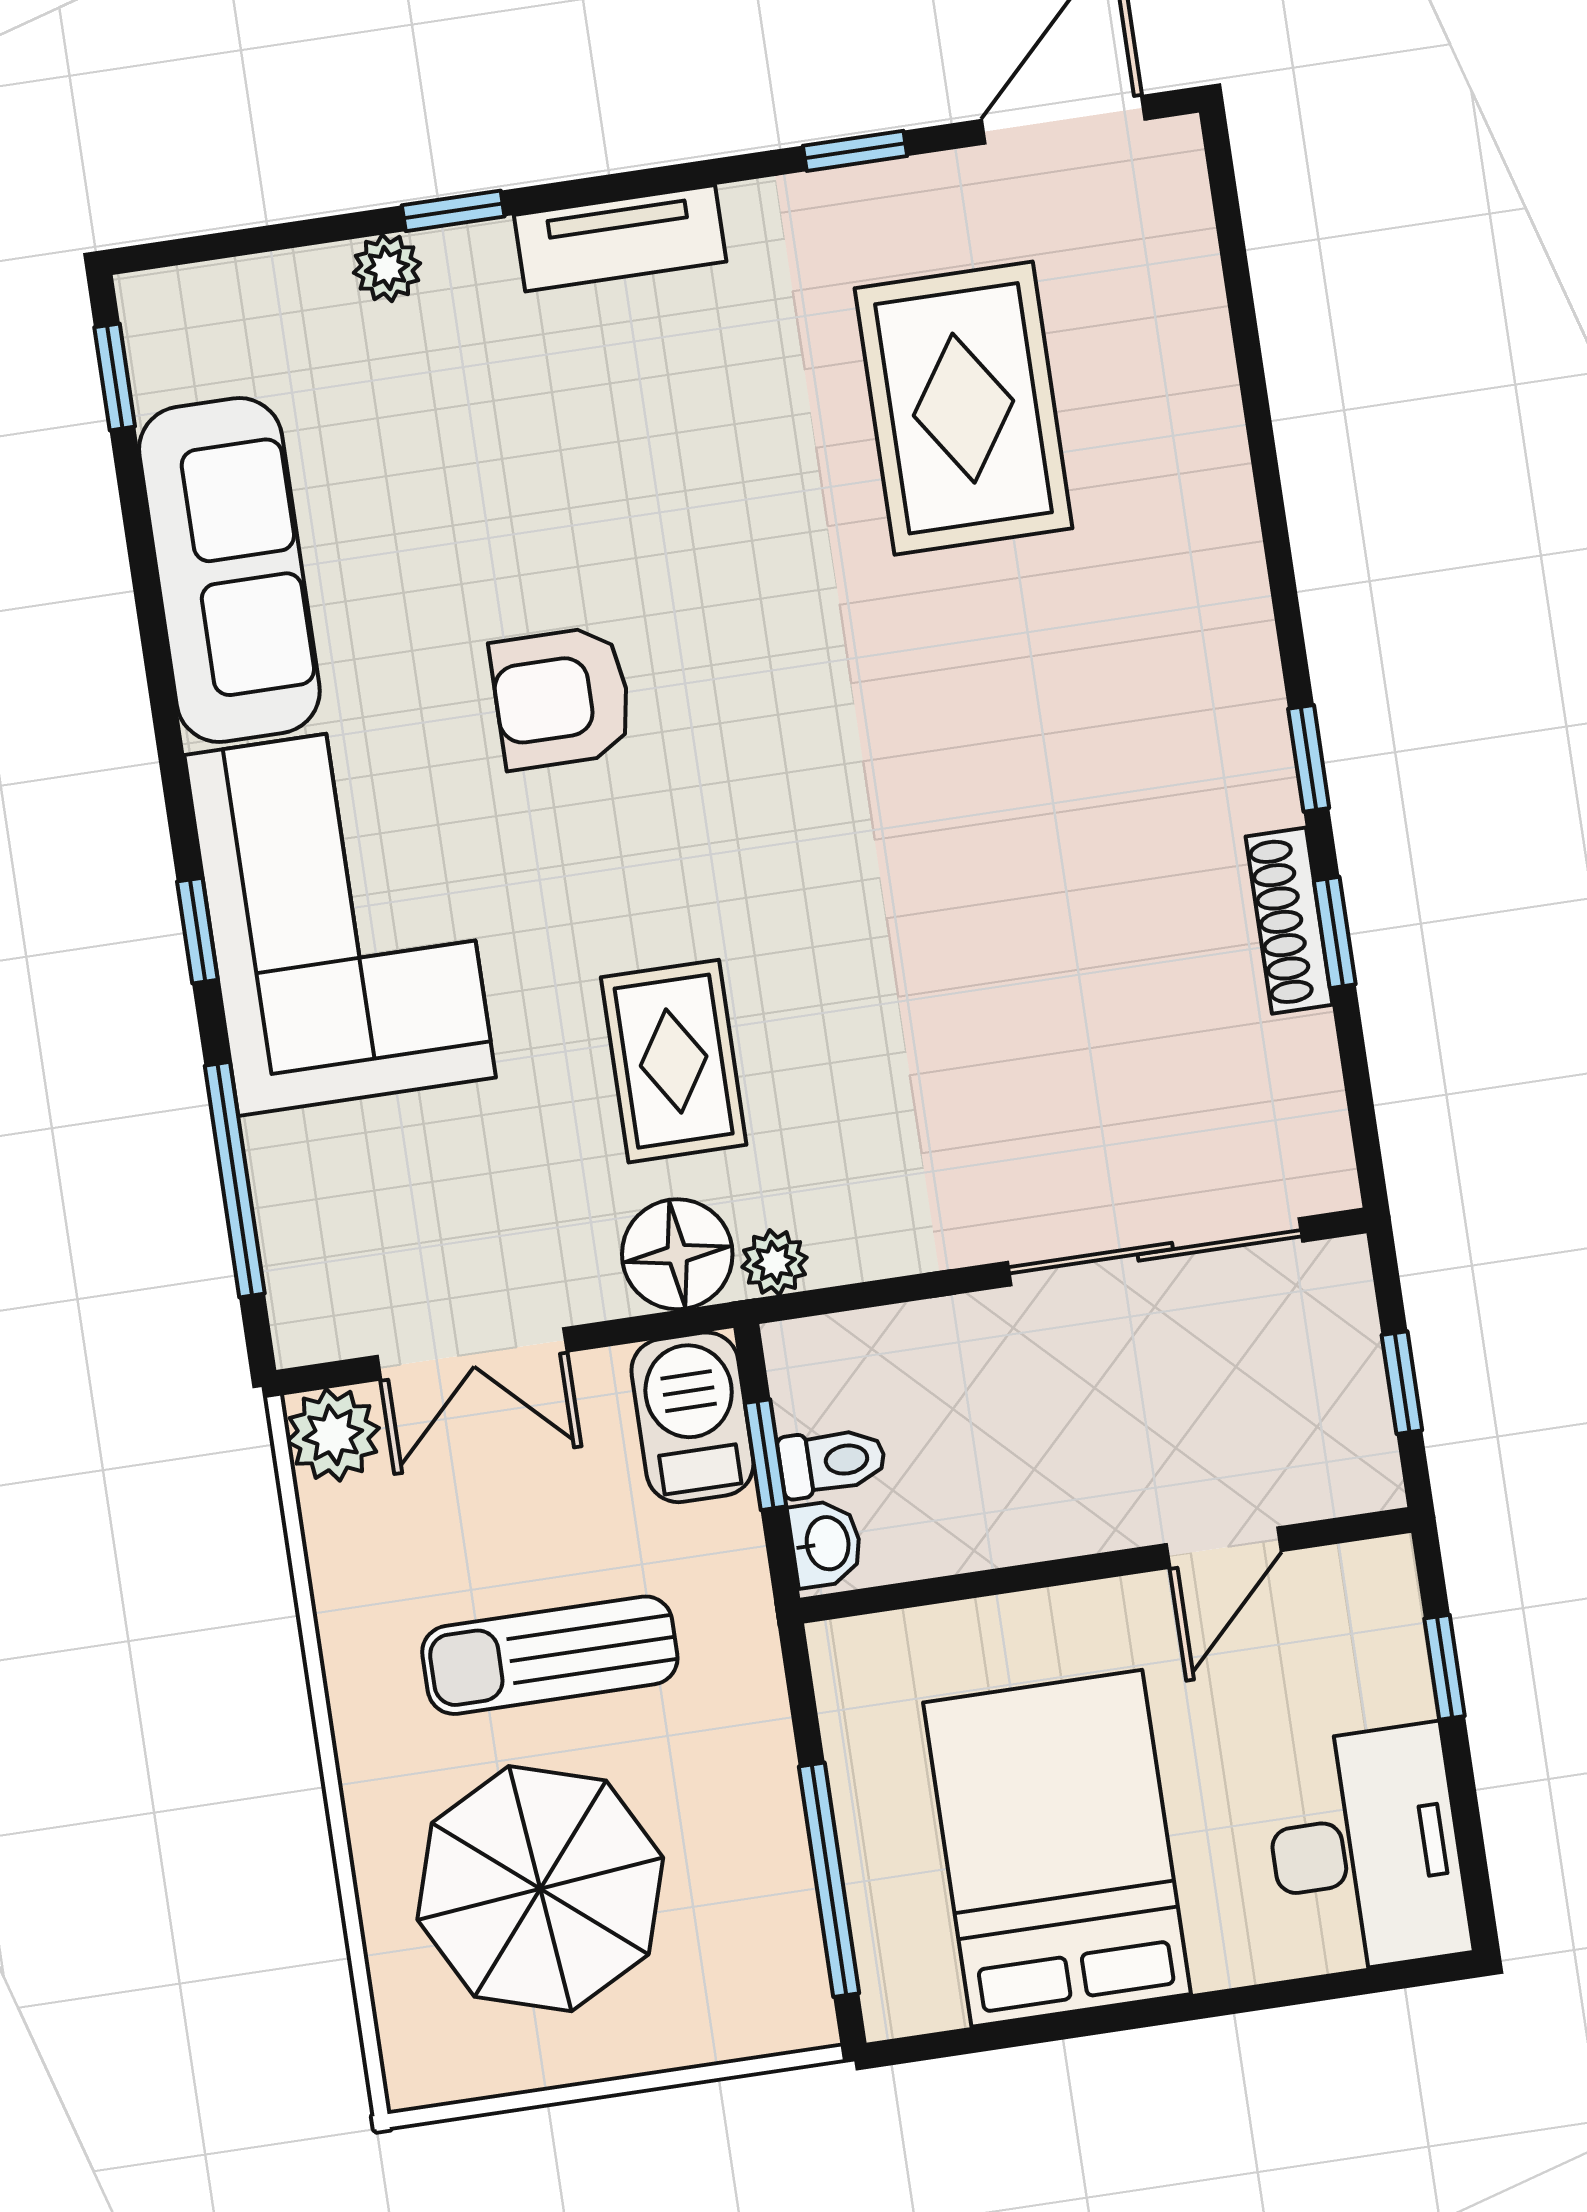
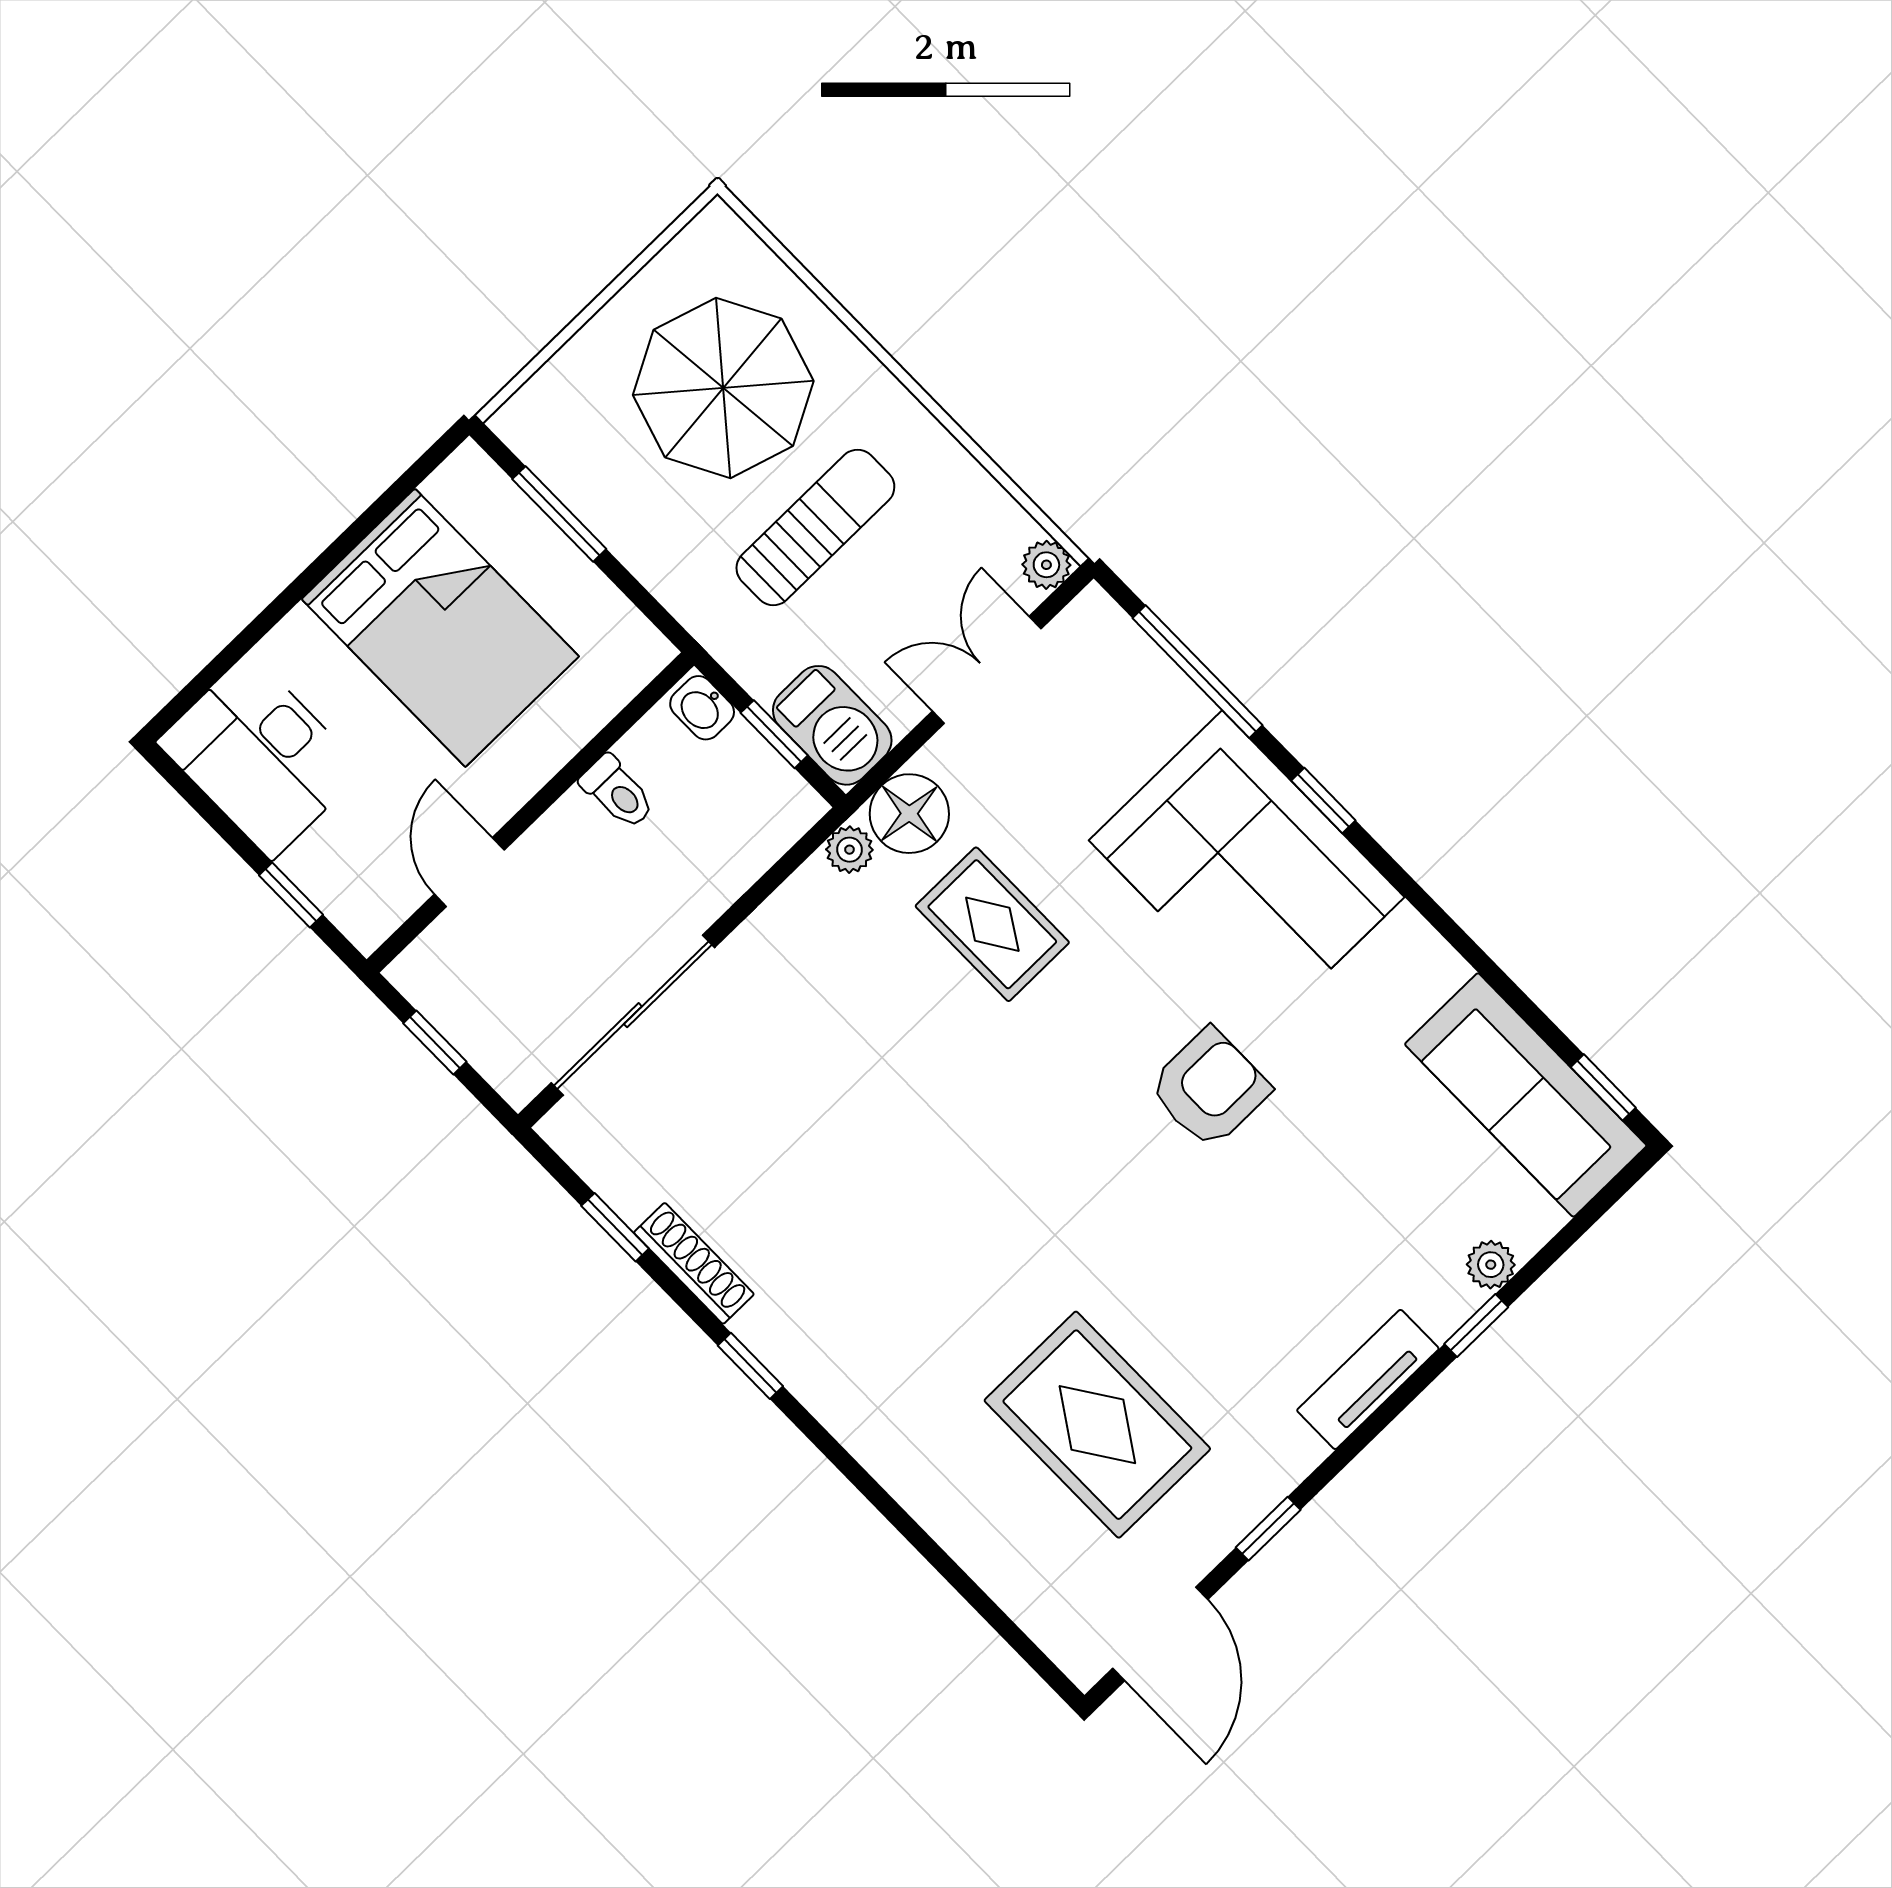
sofa: (229, 570) -> (1526, 1095), moved
window: (1335, 932) -> (615, 1227), moved
plant: (333, 1435) -> (1046, 565), width x0.73, depth x0.73
toilet: (832, 1462) -> (618, 792), moved, turned -90
window: (829, 1880) -> (559, 514), width x0.69

